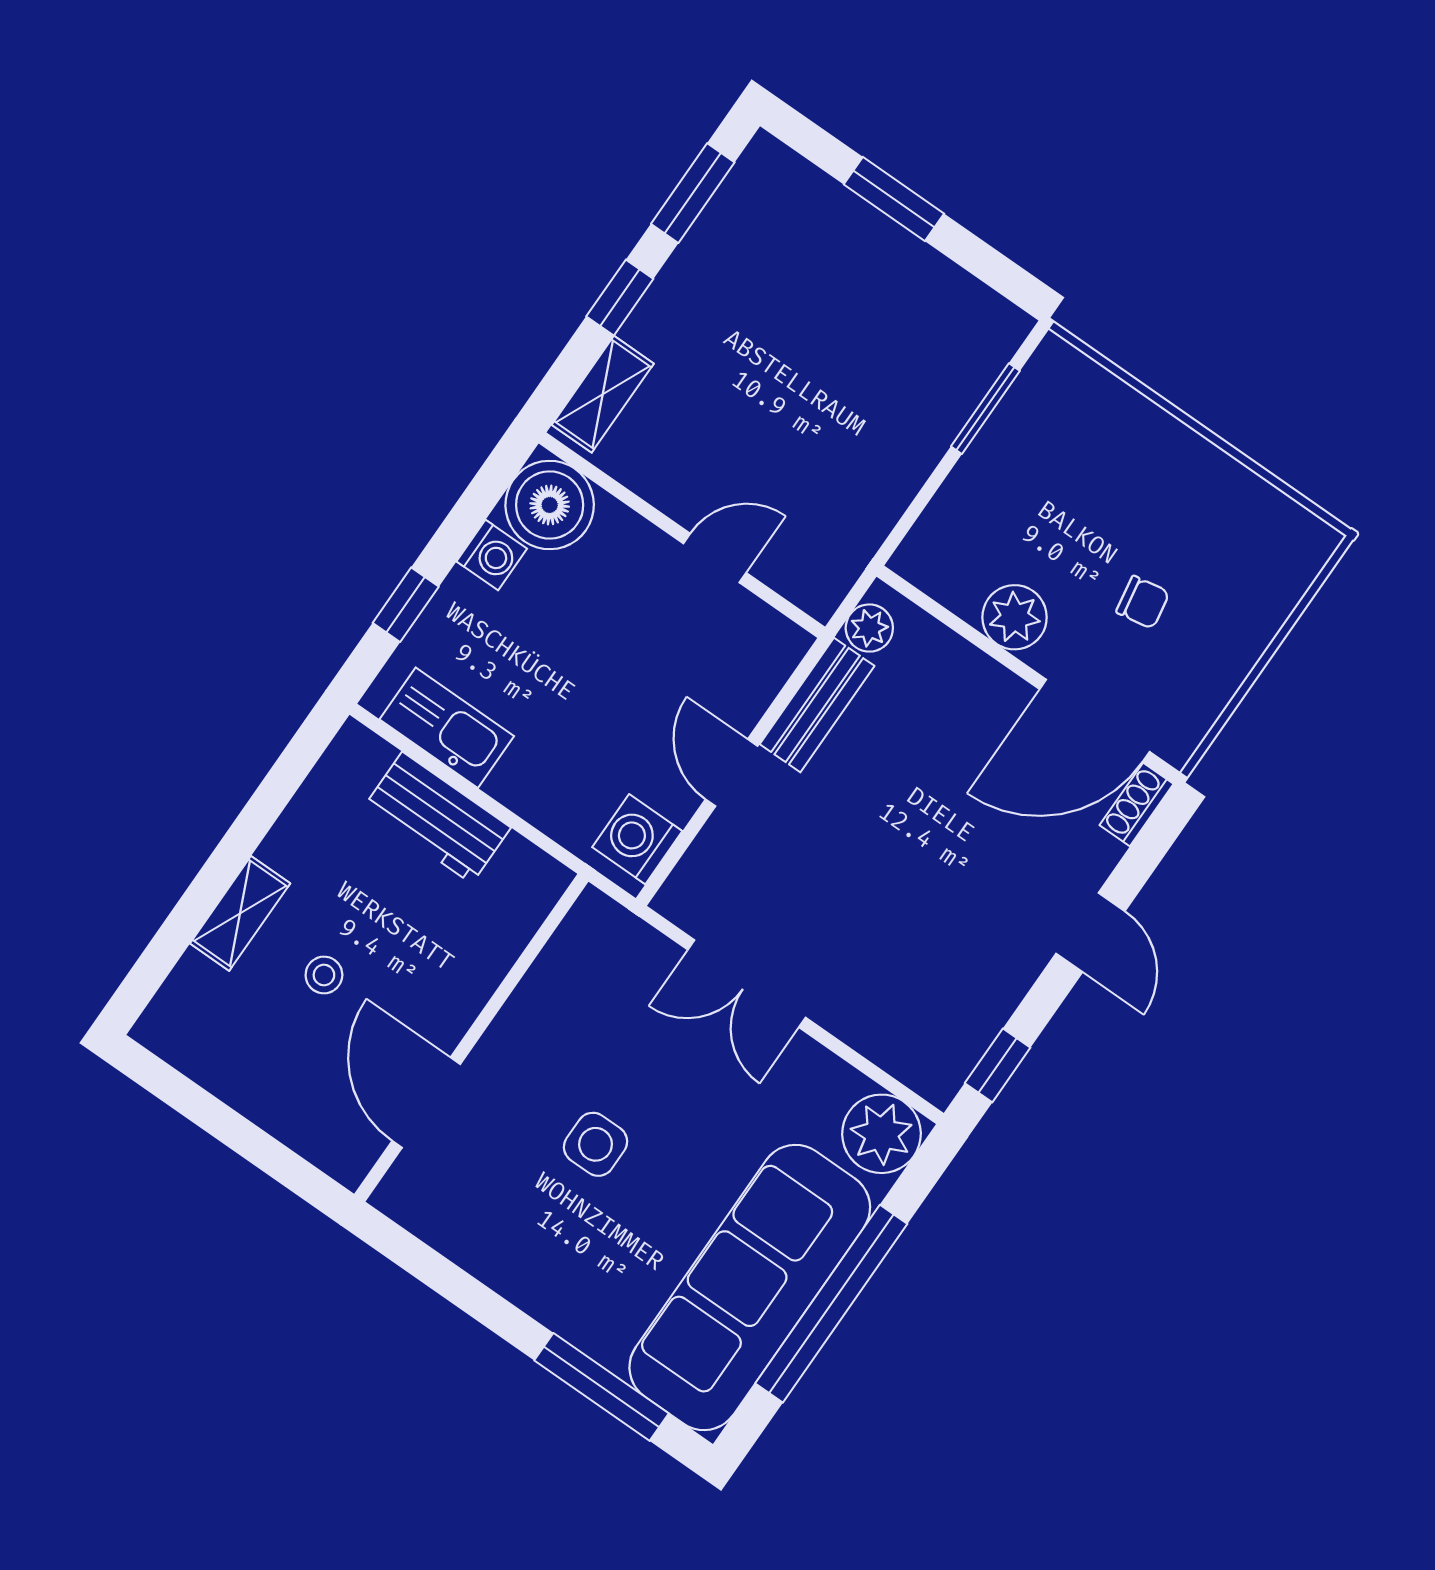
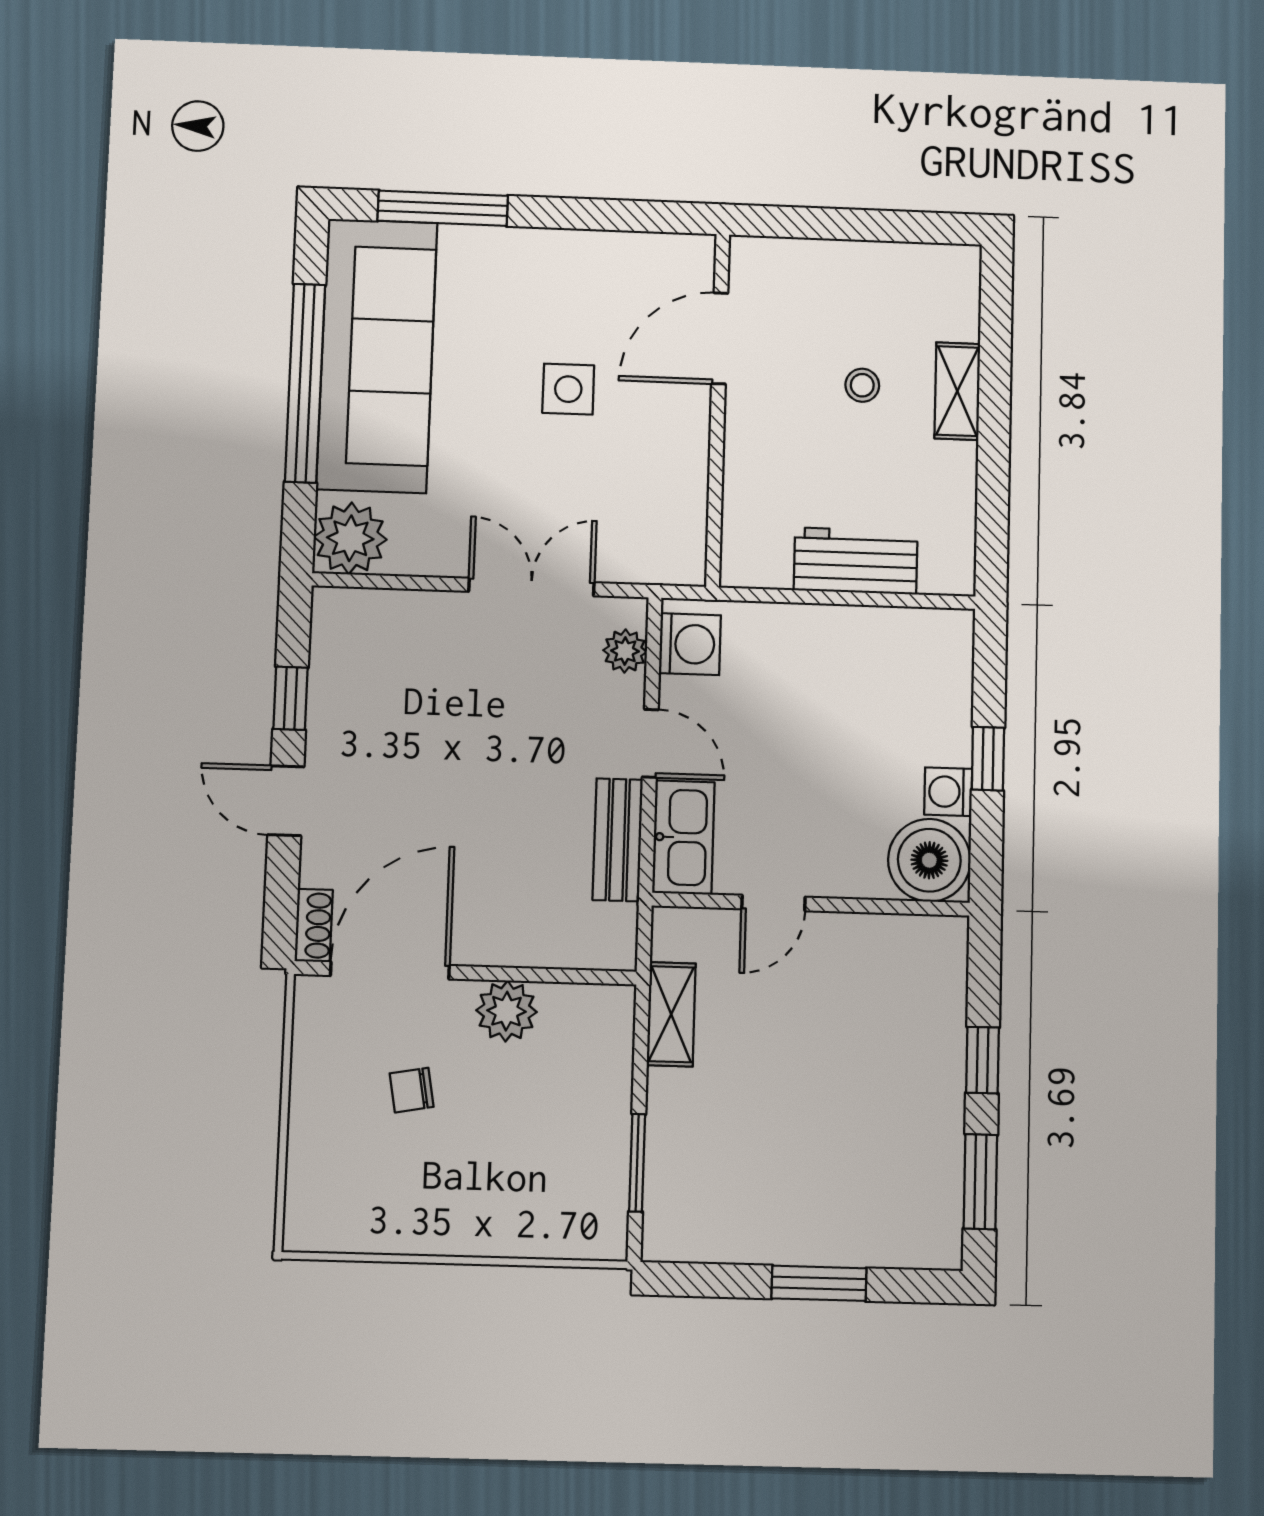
shelving: (603, 394) -> (671, 1014), moved
window: (406, 605) -> (988, 759), moved
plant: (869, 628) -> (625, 651), moved
kitchen sink: (447, 728) -> (683, 837), moved, turned -90
window: (998, 1065) -> (291, 698), moved
door: (426, 1102) -> (720, 338), swing flipped

